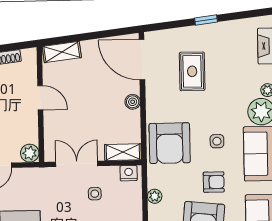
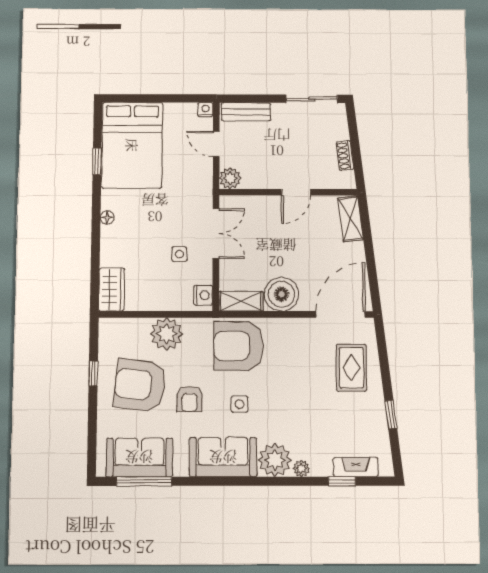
window: (206, 20) -> (391, 414), moved
rug: (192, 71) -> (351, 368), moved, turned 90
boiler: (133, 102) -> (282, 294), width x1.86, depth x1.86
shelving: (123, 152) -> (241, 301), moved, turned 90
plant: (155, 196) -> (167, 334), width x1.88, depth x1.88

